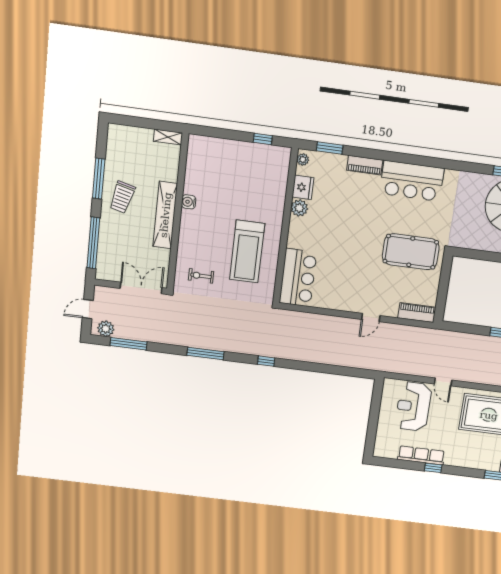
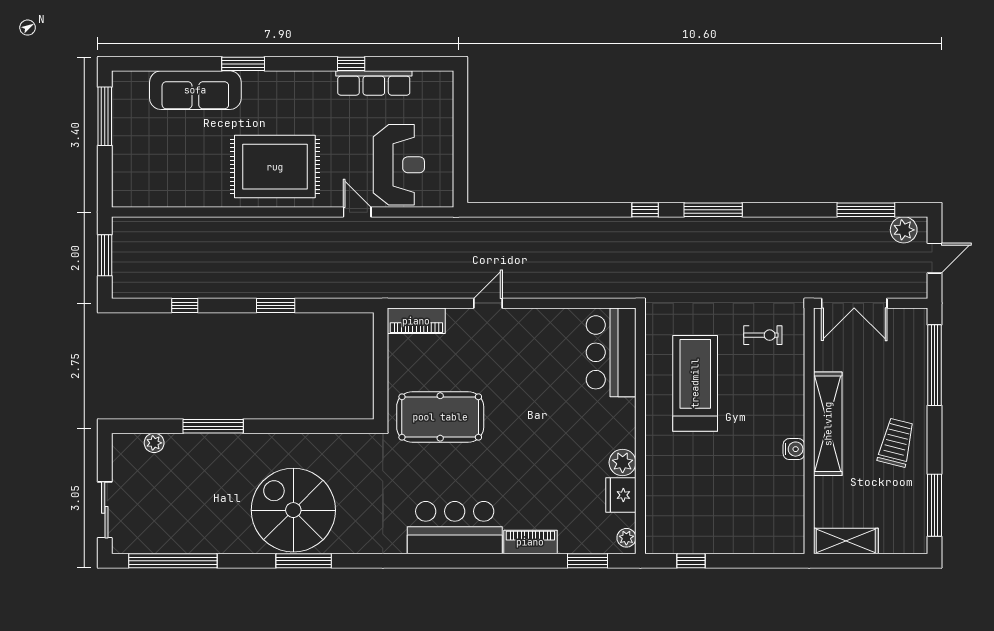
shelving: (168, 137) -> (846, 541), width x1.50, depth x1.33
window: (99, 179) -> (934, 505), moved
window: (205, 353) -> (713, 210), moved

